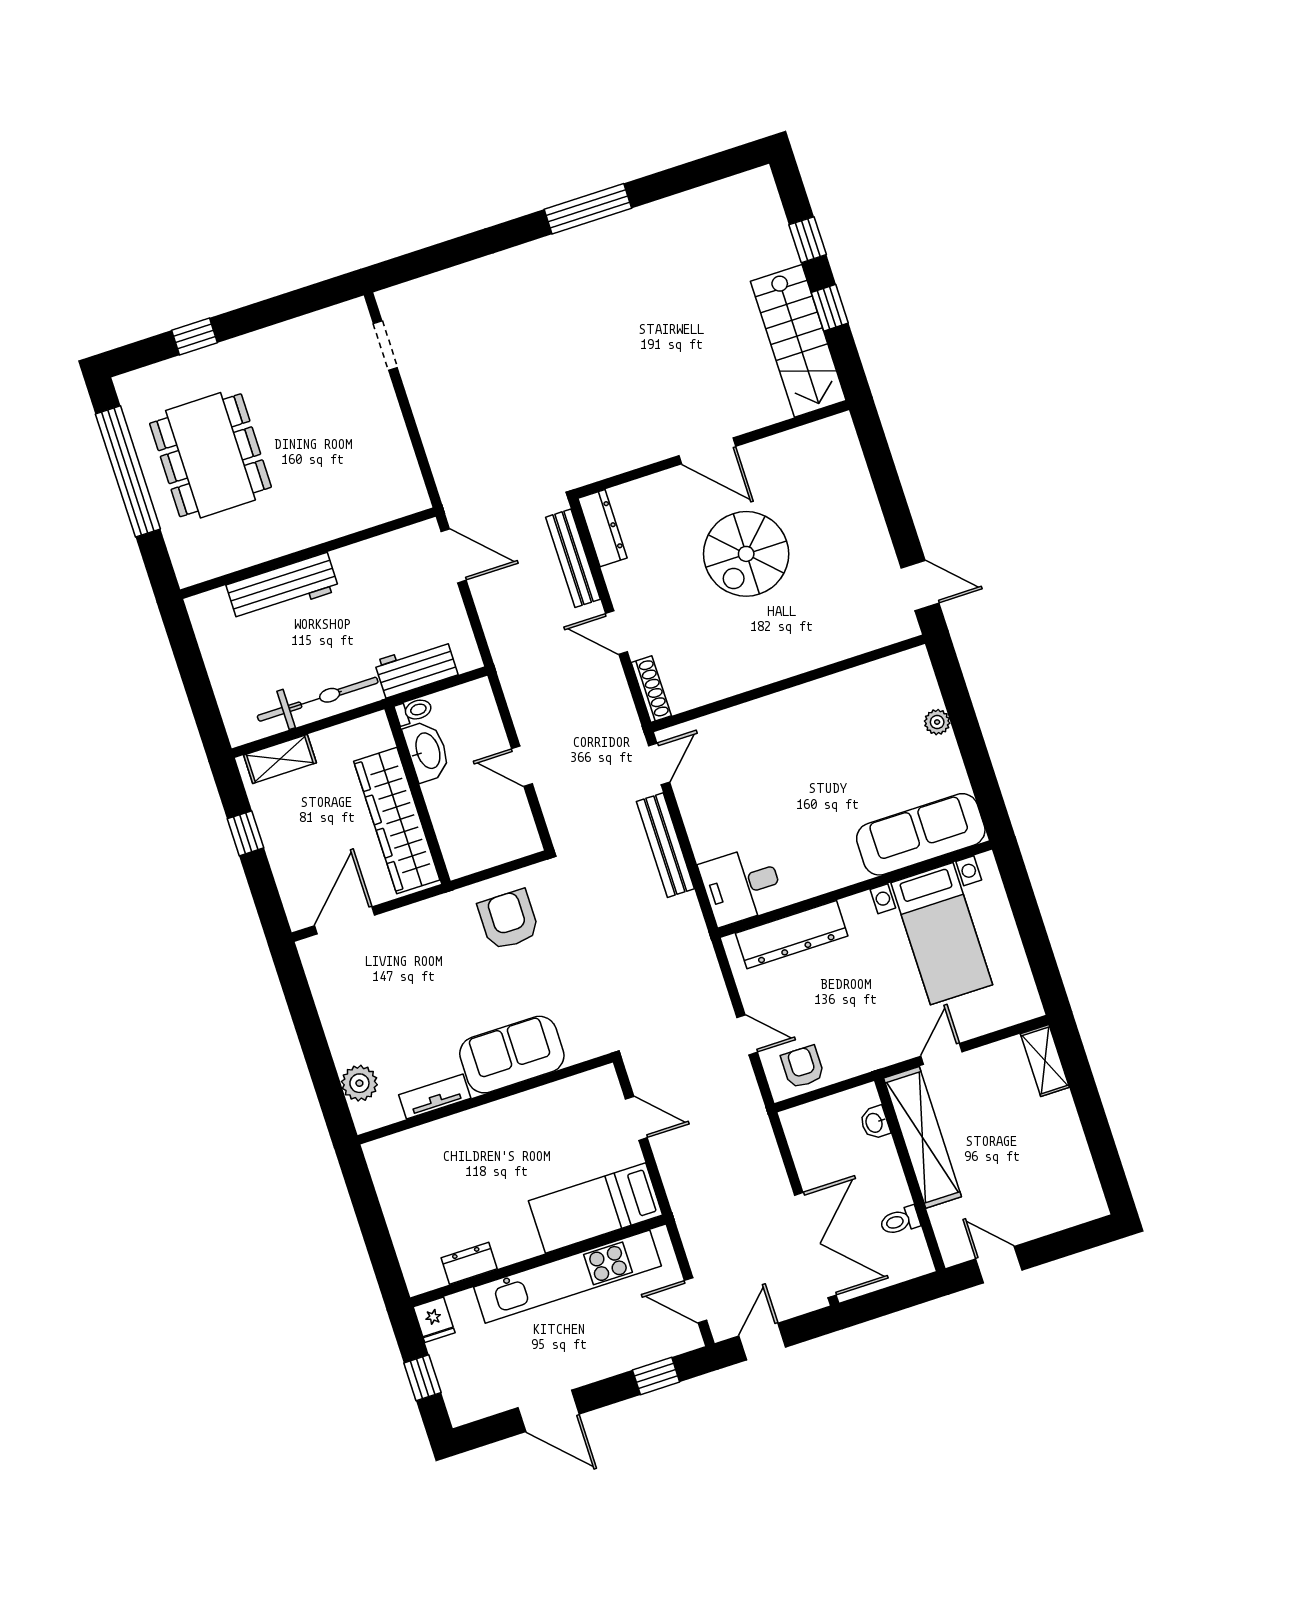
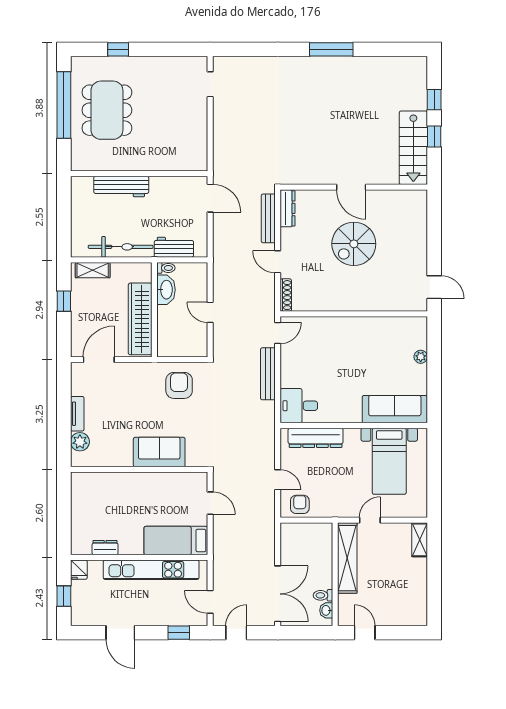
tv unit: (435, 1096) -> (77, 414), moved, turned 90
washbasin: (875, 1123) -> (326, 610), moved

